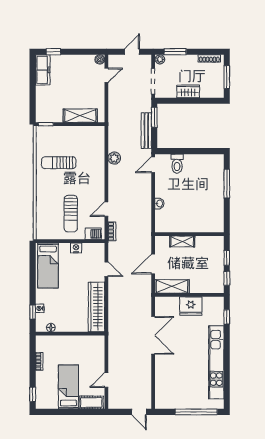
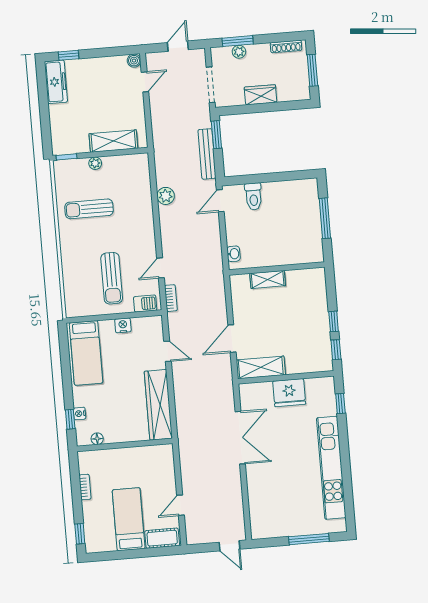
plant: (160, 59) -> (239, 52), moved
plant: (66, 130) -> (95, 163), added
wall: (189, 234) -> (277, 268), moved
shelving: (182, 241) -> (268, 280), moved
window: (196, 412) -> (309, 539), width x0.68

